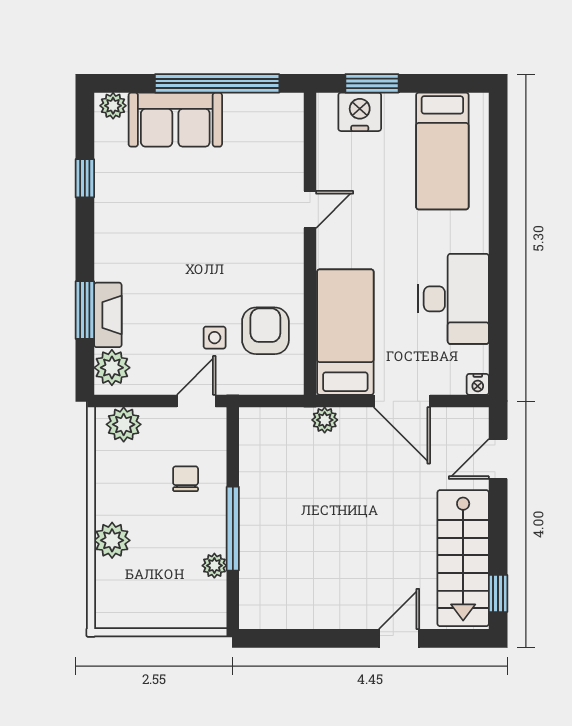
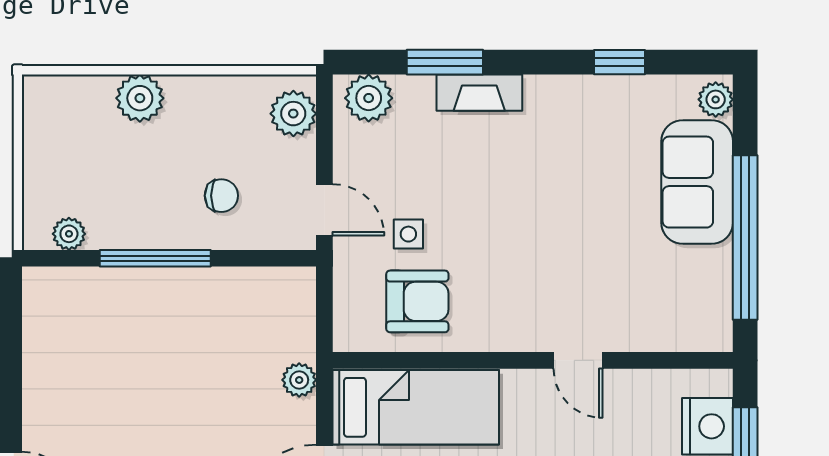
fireplace: (108, 315) -> (479, 93), moved
plant: (214, 566) -> (69, 234), moved

